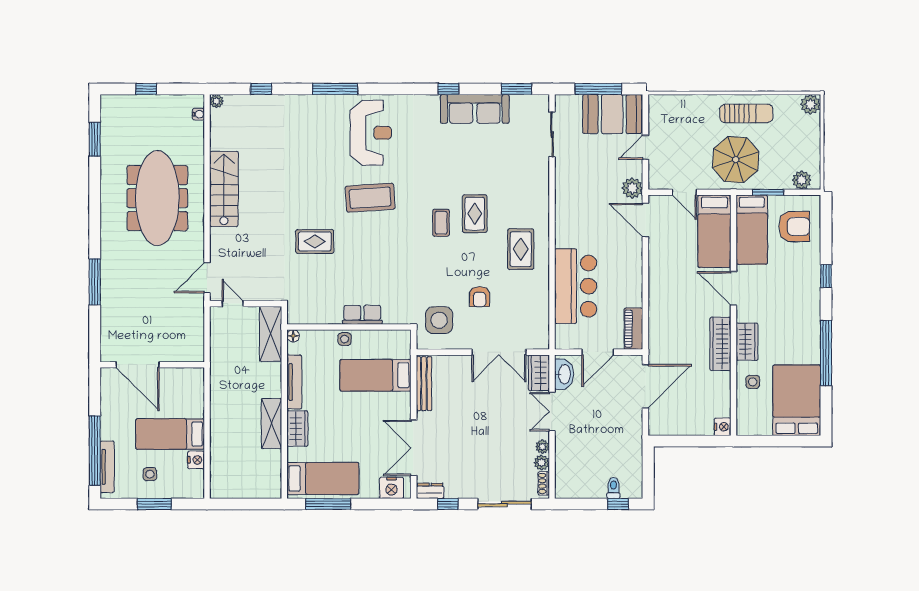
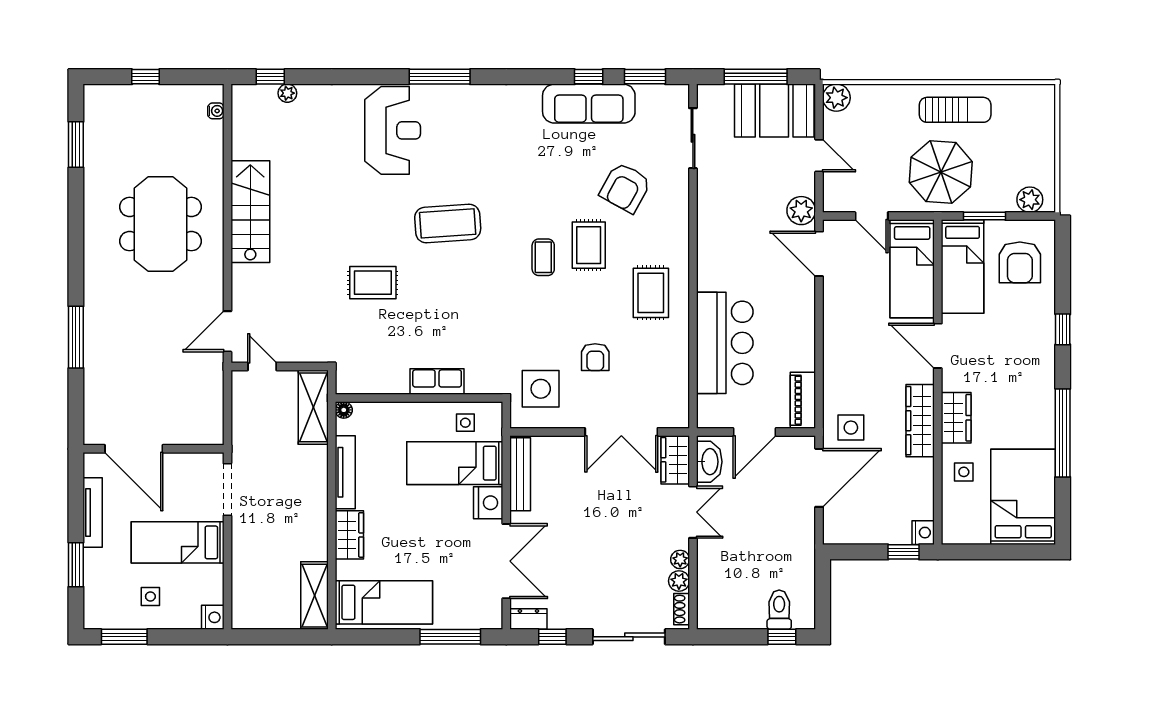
window: (261, 89) -> (270, 77), moved
window: (335, 89) -> (440, 77), moved
window: (448, 89) -> (589, 77), moved
plant: (217, 101) -> (287, 93), moved
plant: (810, 104) -> (836, 98), moved
reception desk: (371, 133) -> (393, 130), moved
door: (645, 147) -> (819, 156), swing flipped
armchair: (502, 171) -> (625, 188), added
meeting table: (157, 198) -> (161, 224), width x0.73
armchair: (794, 227) -> (1020, 262), turned 90
side table: (345, 339) -> (465, 423), moved
side table: (669, 349) -> (851, 428), added
doorway: (207, 395) -> (227, 489), added
double door: (552, 412) -> (693, 512), swing flipped
shelving: (271, 424) -> (314, 596), moved
window: (708, 441) -> (904, 552), added
double door: (414, 448) -> (506, 561), swing flipped
window: (95, 451) -> (76, 565), width x0.47
nightstand: (196, 460) -> (213, 617), moved
tv unit: (107, 467) -> (93, 513), moved
nightstand: (391, 488) -> (488, 503), moved, turned -90
toilet: (613, 488) -> (779, 610), width x1.37, depth x1.39
window: (154, 504) -> (124, 637), moved
window: (328, 504) -> (450, 637), moved

